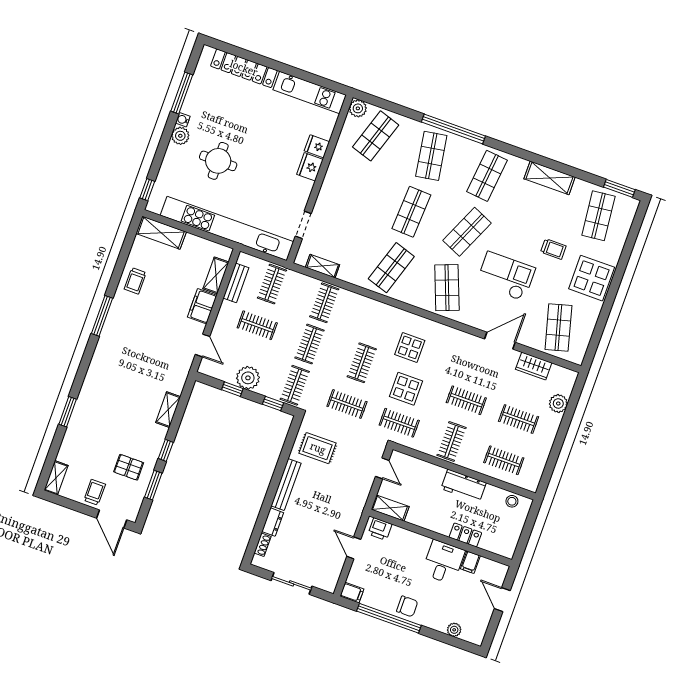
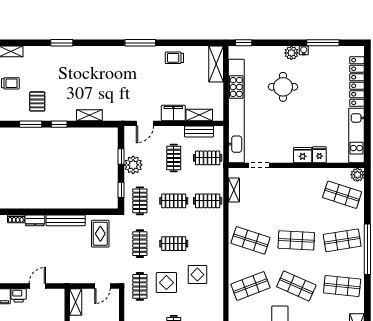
clothes rail: (295, 385) -> (140, 201), turned 90
printer: (380, 529) -> (19, 295), moved, turned -90

